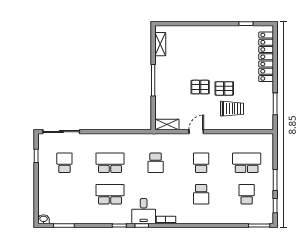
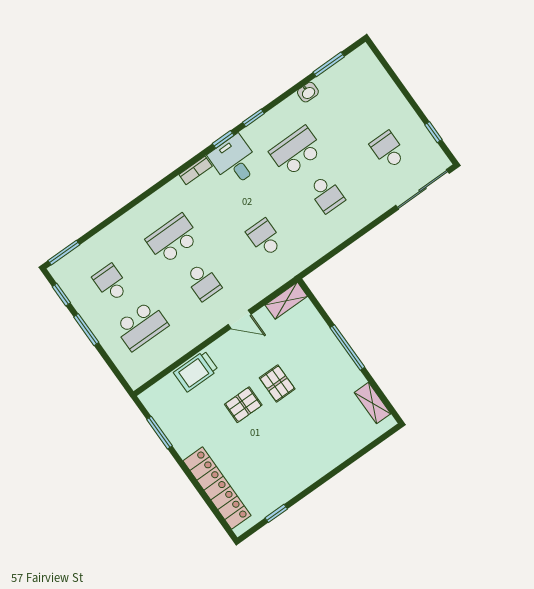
pallet: (200, 87) -> (277, 383), turned 90
trolley: (232, 109) -> (196, 371), moved
door: (196, 132) -> (240, 319), hinge flipped
school desk: (64, 163) -> (388, 150), turned 180
school desk: (110, 163) -> (326, 194), width x0.54
school desk: (110, 194) -> (296, 151), turned 180
school desk: (201, 194) -> (173, 239), width x1.85
school desk: (247, 194) -> (111, 283), turned 180
washbasin: (44, 219) -> (308, 92), moved

